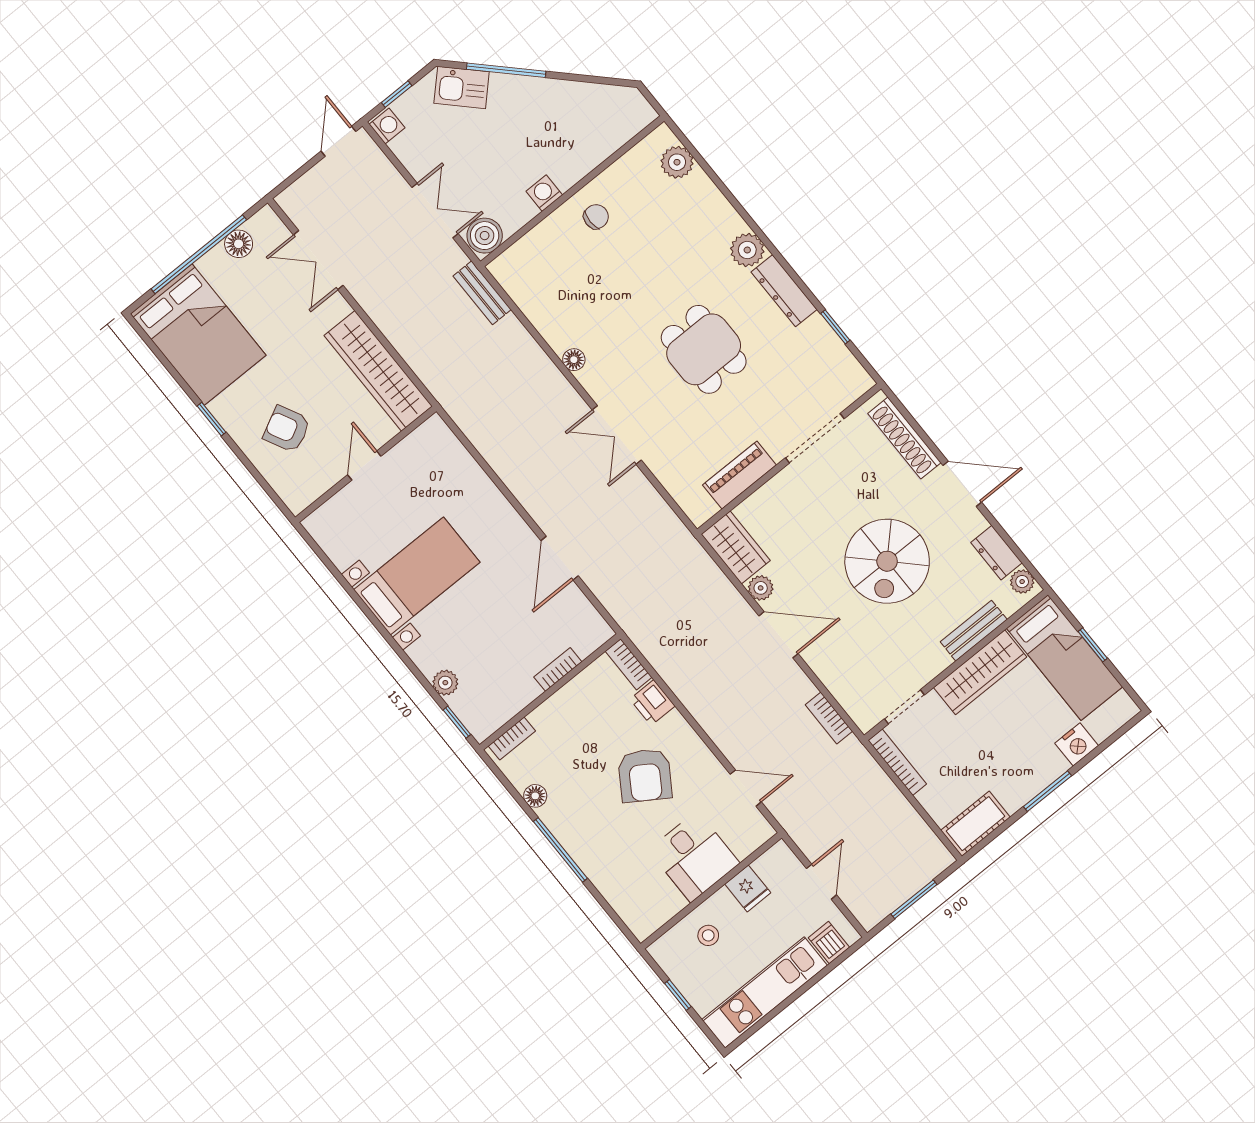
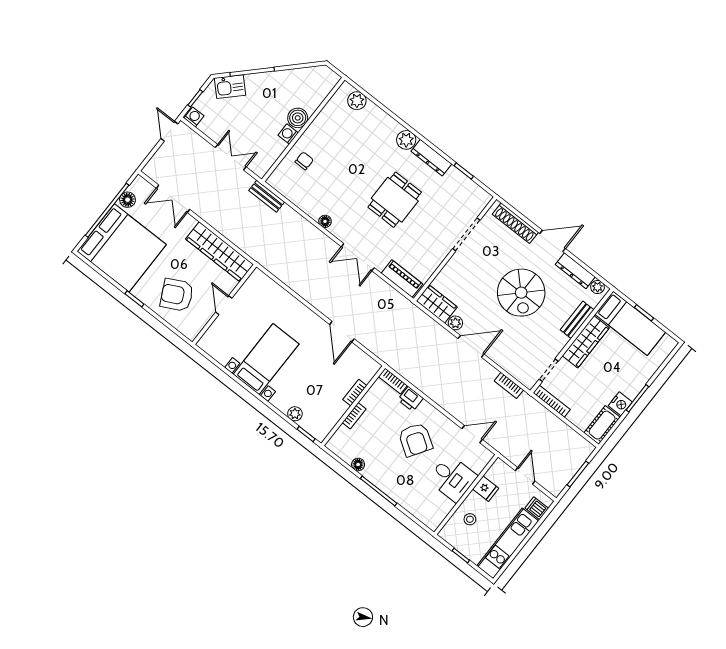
chair: (596, 217) -> (304, 161), moved
boiler: (485, 236) -> (298, 118), moved
bed: (198, 335) -> (122, 248), width x1.36
dining table: (704, 349) -> (395, 200), turned 90
armchair: (287, 429) -> (177, 295), width x1.38, depth x1.38
piano: (739, 475) -> (402, 279), moved, turned 90
dresser: (996, 553) -> (575, 271), width x1.44
bookcase: (512, 738) -> (354, 416), moved
nightstand: (1077, 744) -> (620, 404), moved

